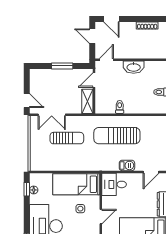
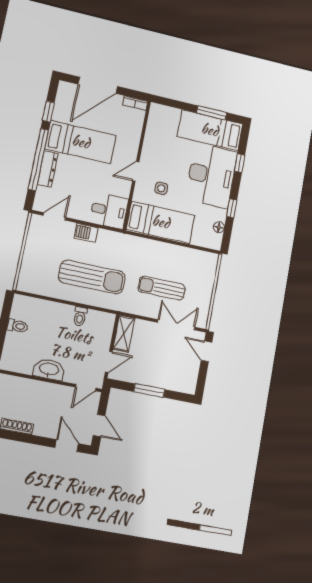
window: (27, 189) -> (232, 208), moved

